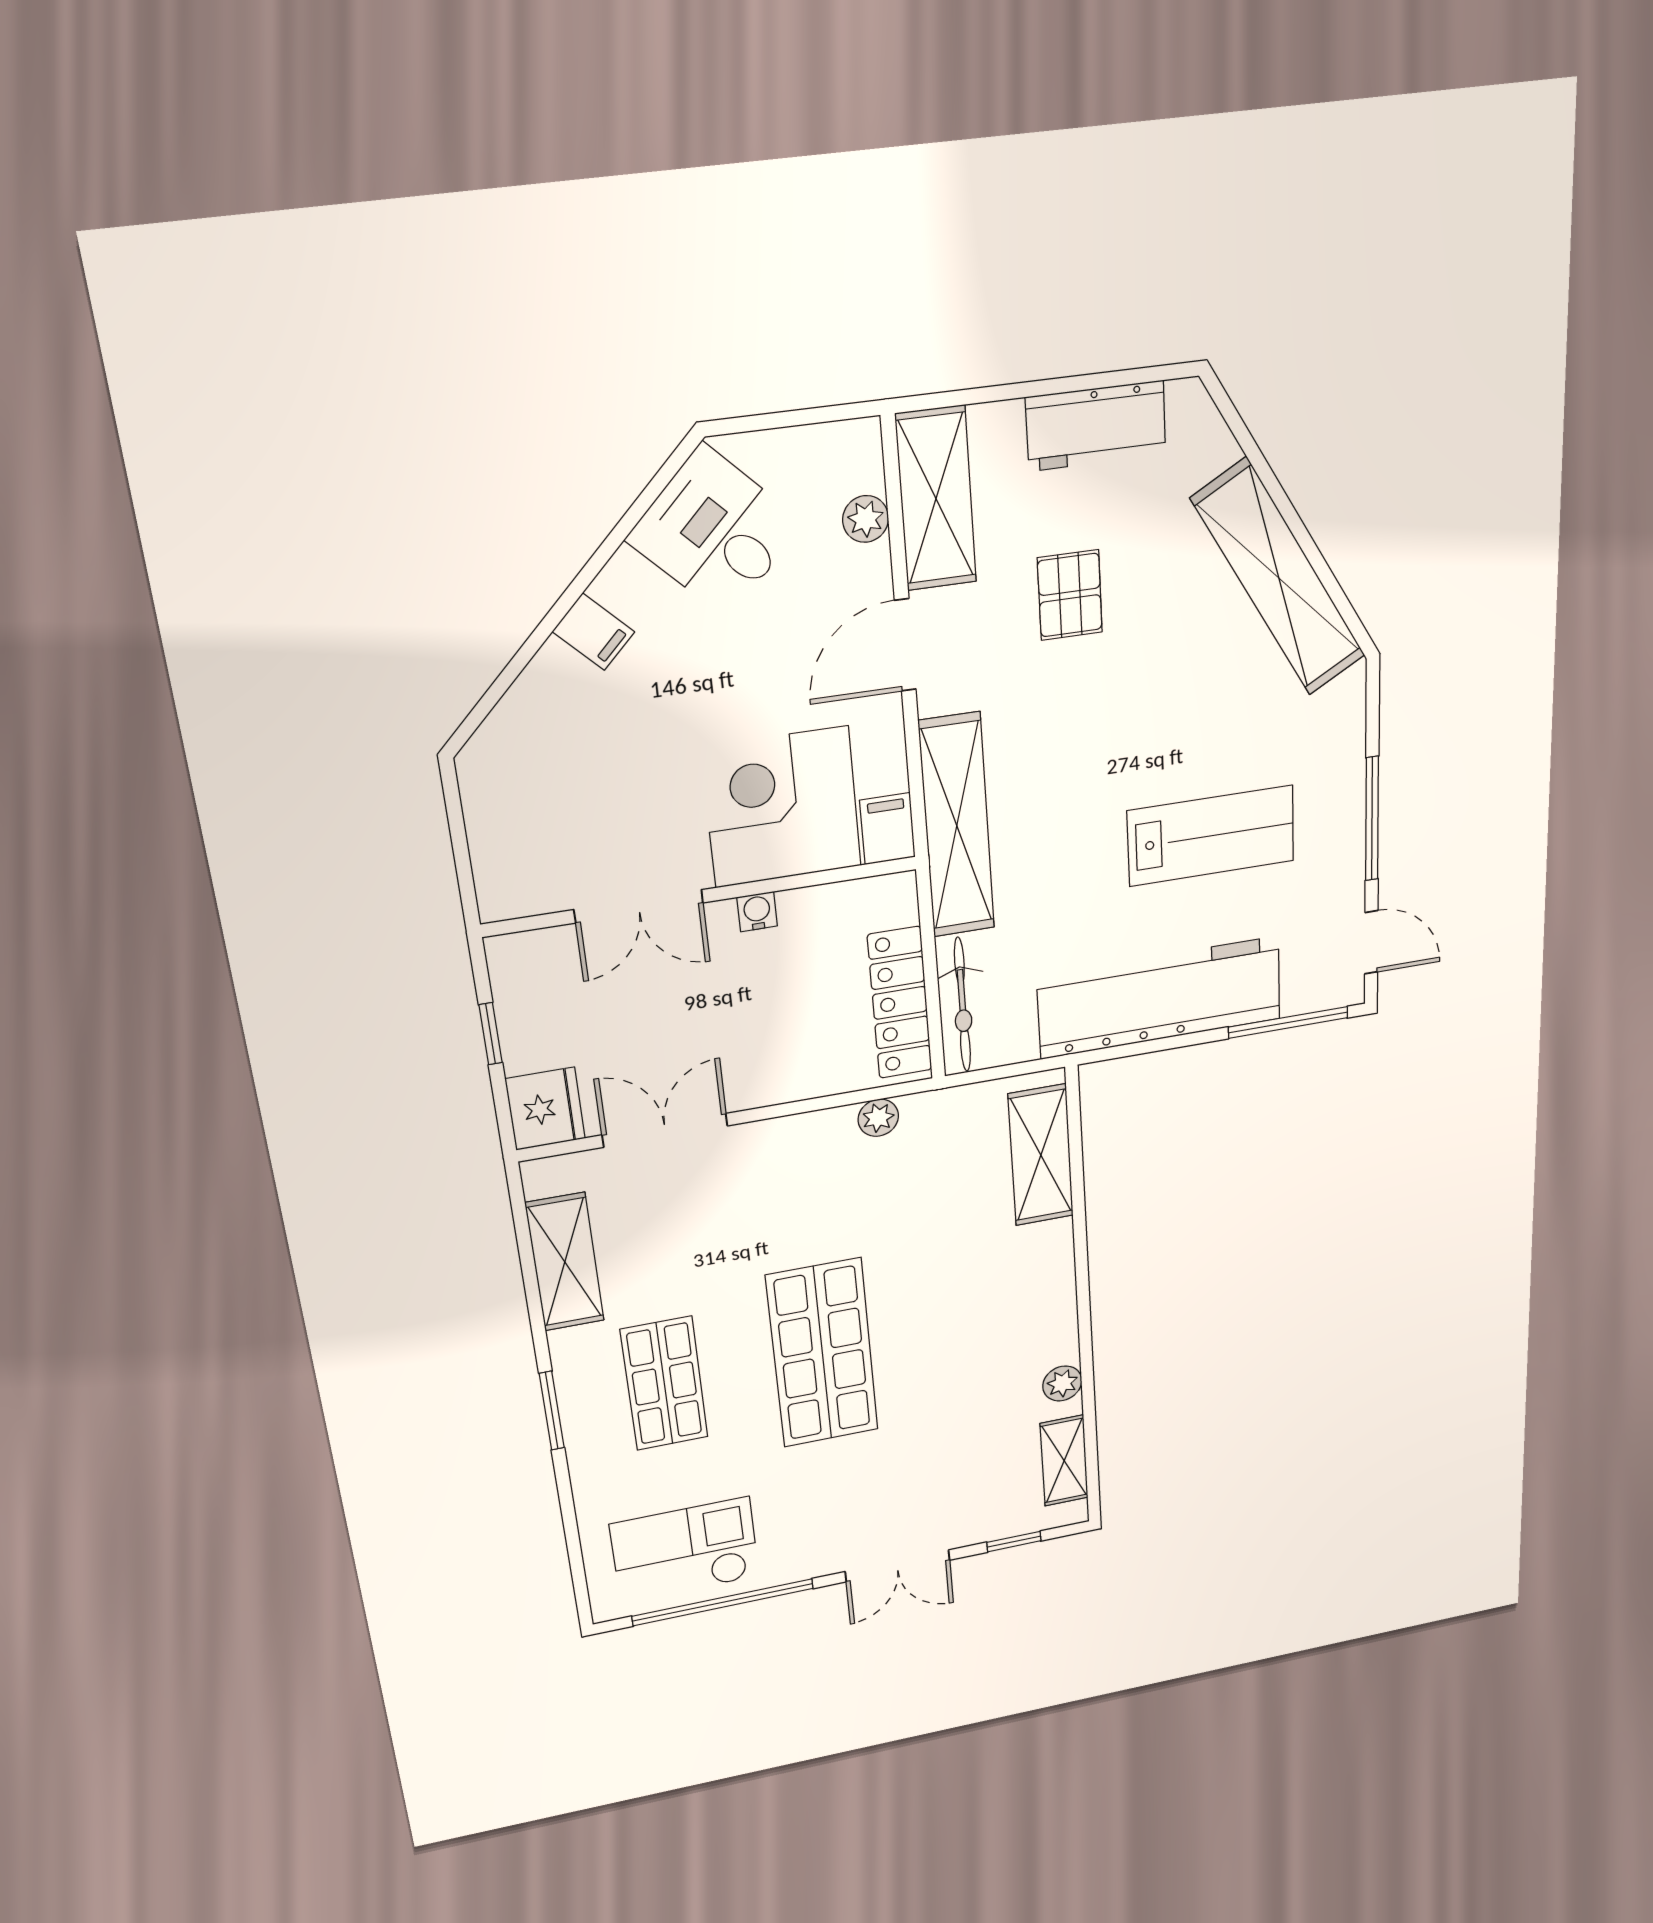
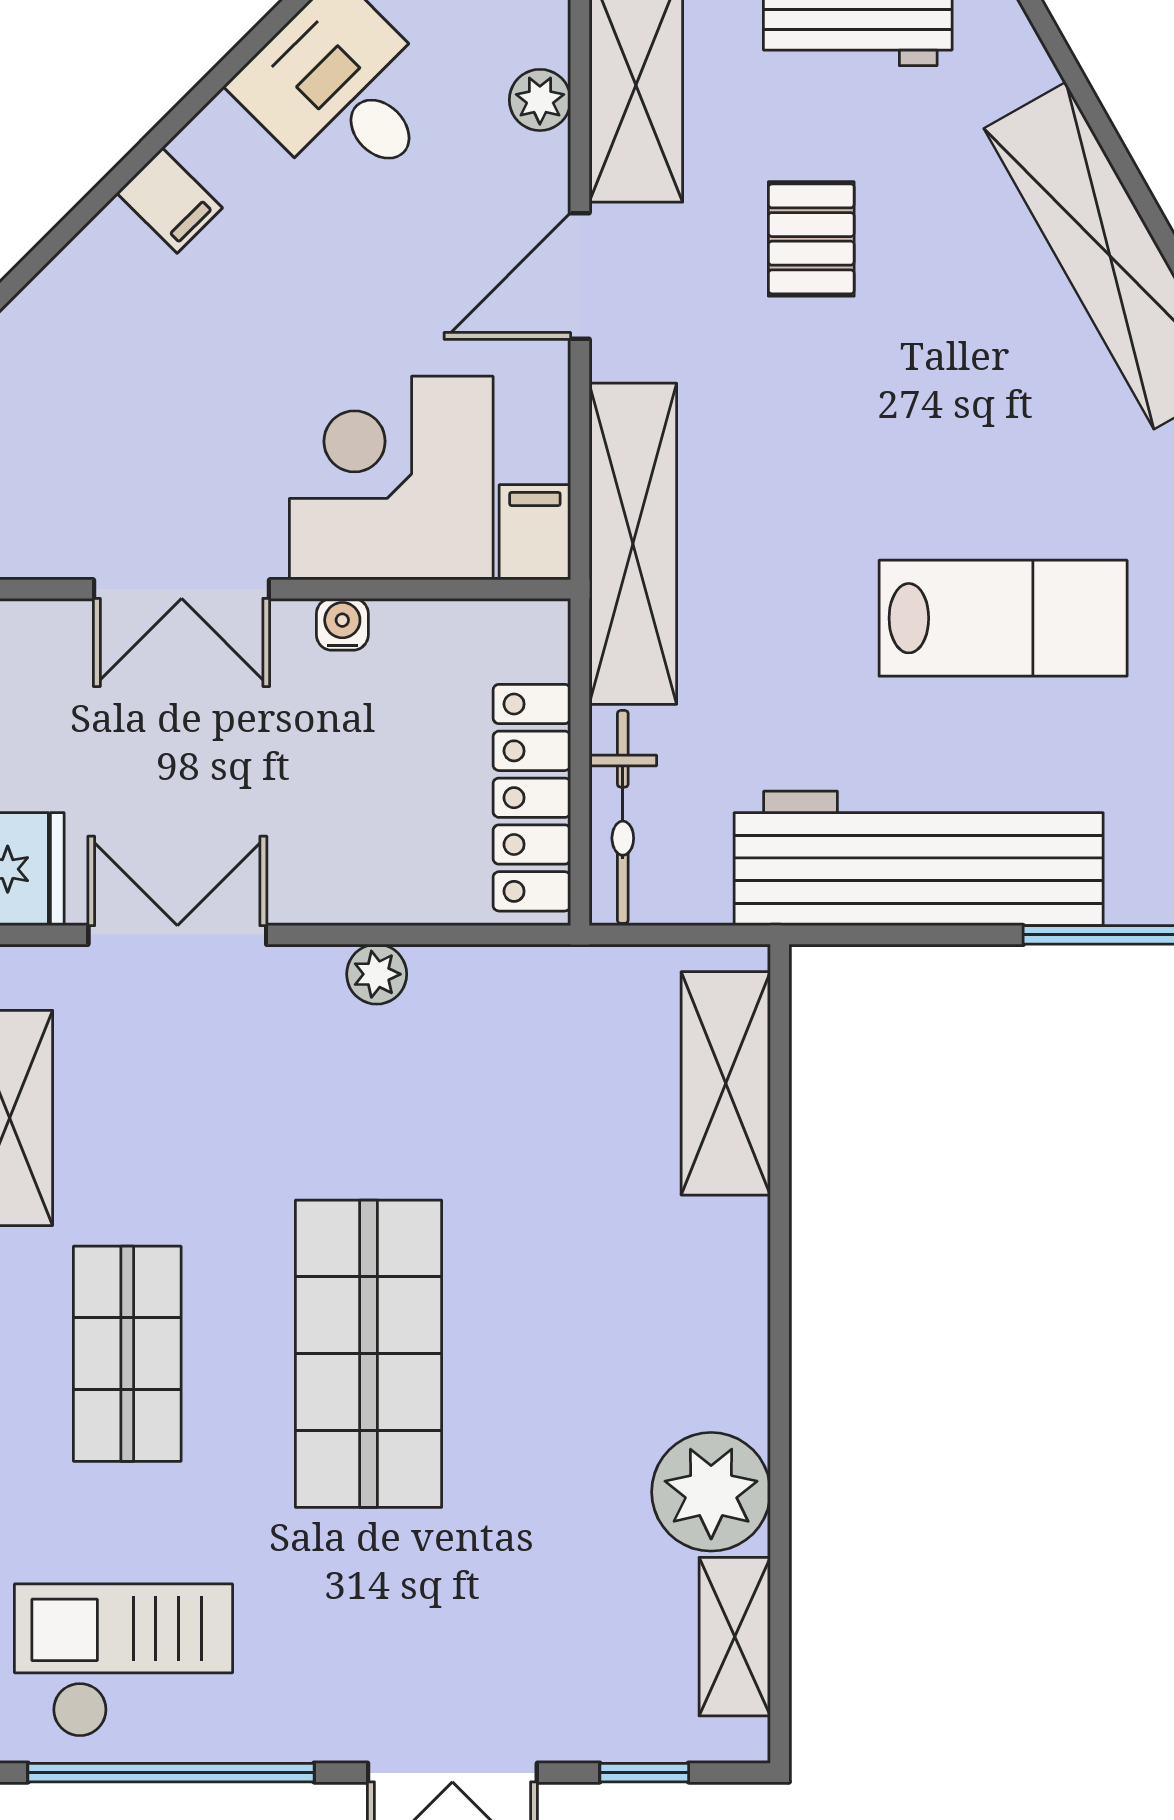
plant: (878, 1118) -> (377, 974), moved
plant: (1062, 1383) -> (711, 1492), width x1.87, depth x1.87

